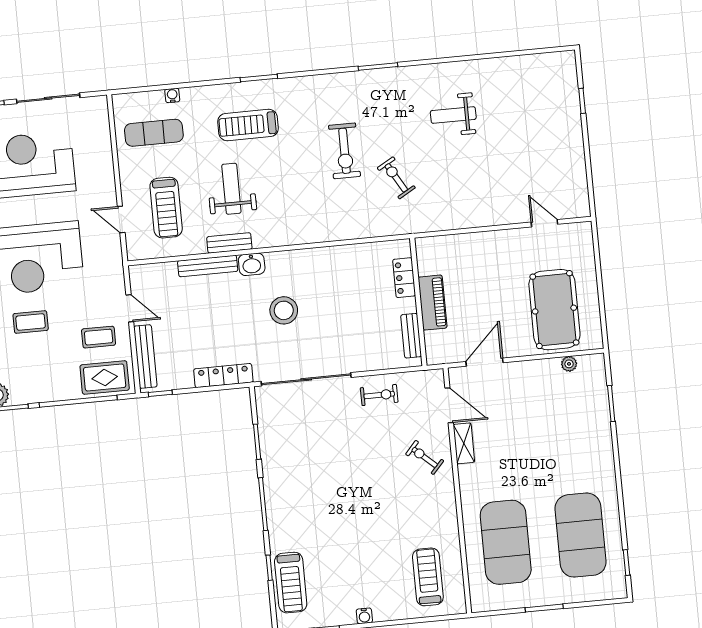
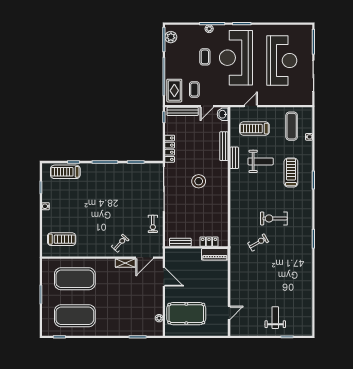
weight bench: (453, 115) -> (275, 318), moved
washbasin: (252, 264) -> (223, 114), moved
piano: (433, 303) -> (215, 254), moved

